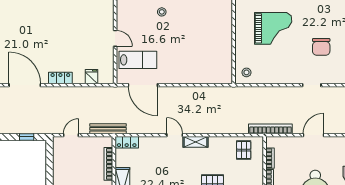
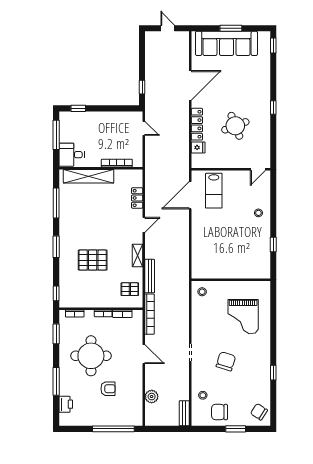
round table: (68, 37) -> (235, 126), added
door: (115, 38) -> (258, 169), moved
chair: (321, 47) -> (226, 361), turned 107
locker: (60, 78) -> (197, 124), width x1.53
bench: (108, 129) -> (150, 276), moved
locker: (127, 142) -> (137, 198), moved
shelving: (195, 142) -> (137, 255), moved

